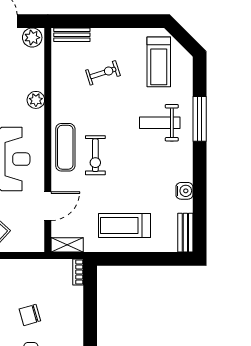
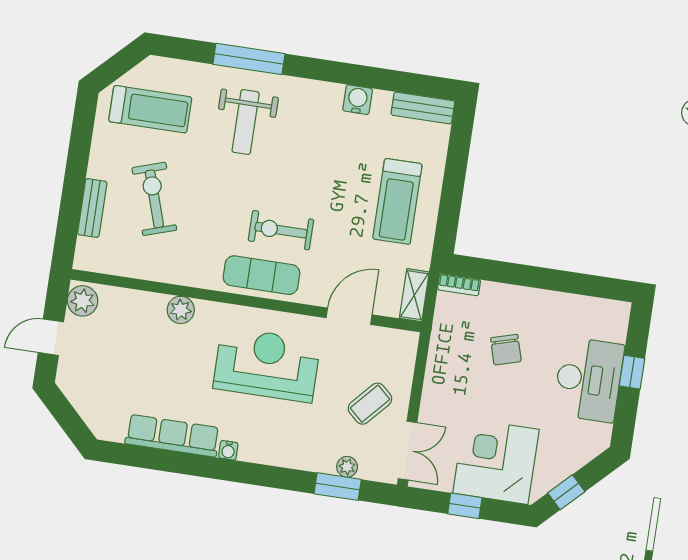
bench: (72, 35) -> (92, 208), moved
exercise bike: (103, 73) -> (154, 199), width x1.38, depth x1.39
exercise bike: (95, 155) -> (281, 230), turned 180
door: (48, 206) -> (349, 316), hinge flipped
chair: (30, 315) -> (506, 350), moved

